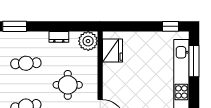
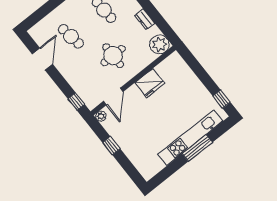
fridge: (113, 50) -> (150, 83), moved
window: (194, 61) -> (197, 148), moved

